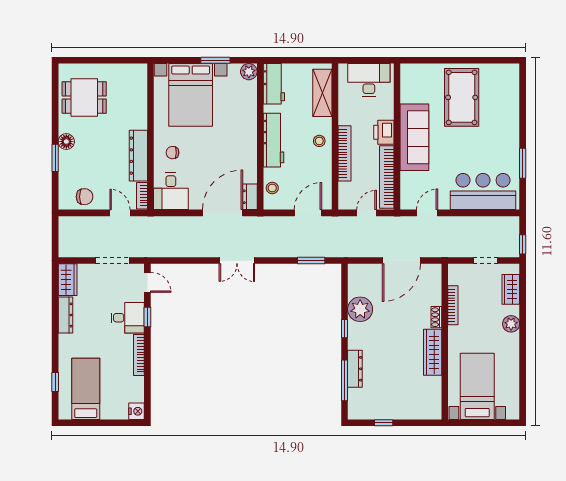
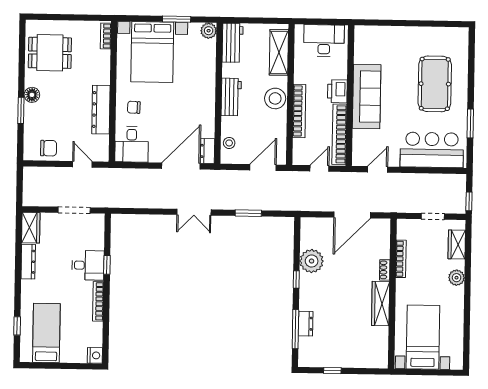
pool table: (462, 97) -> (435, 84), moved
workbench: (274, 140) -> (231, 97), width x0.73
stool: (319, 141) -> (275, 98), width x1.89, depth x1.89
bookcase: (142, 196) -> (106, 36), moved
window: (311, 261) -> (248, 213), moved
door: (147, 282) -> (107, 231), removed
dresser: (355, 369) -> (306, 324), width x0.70

